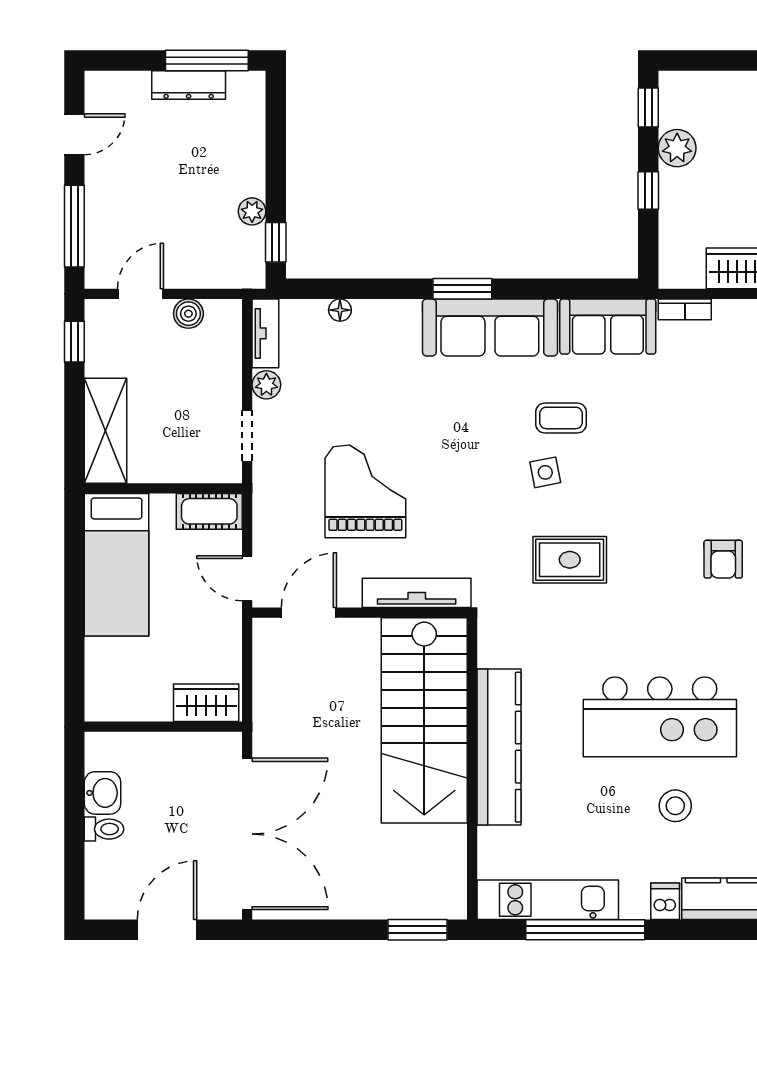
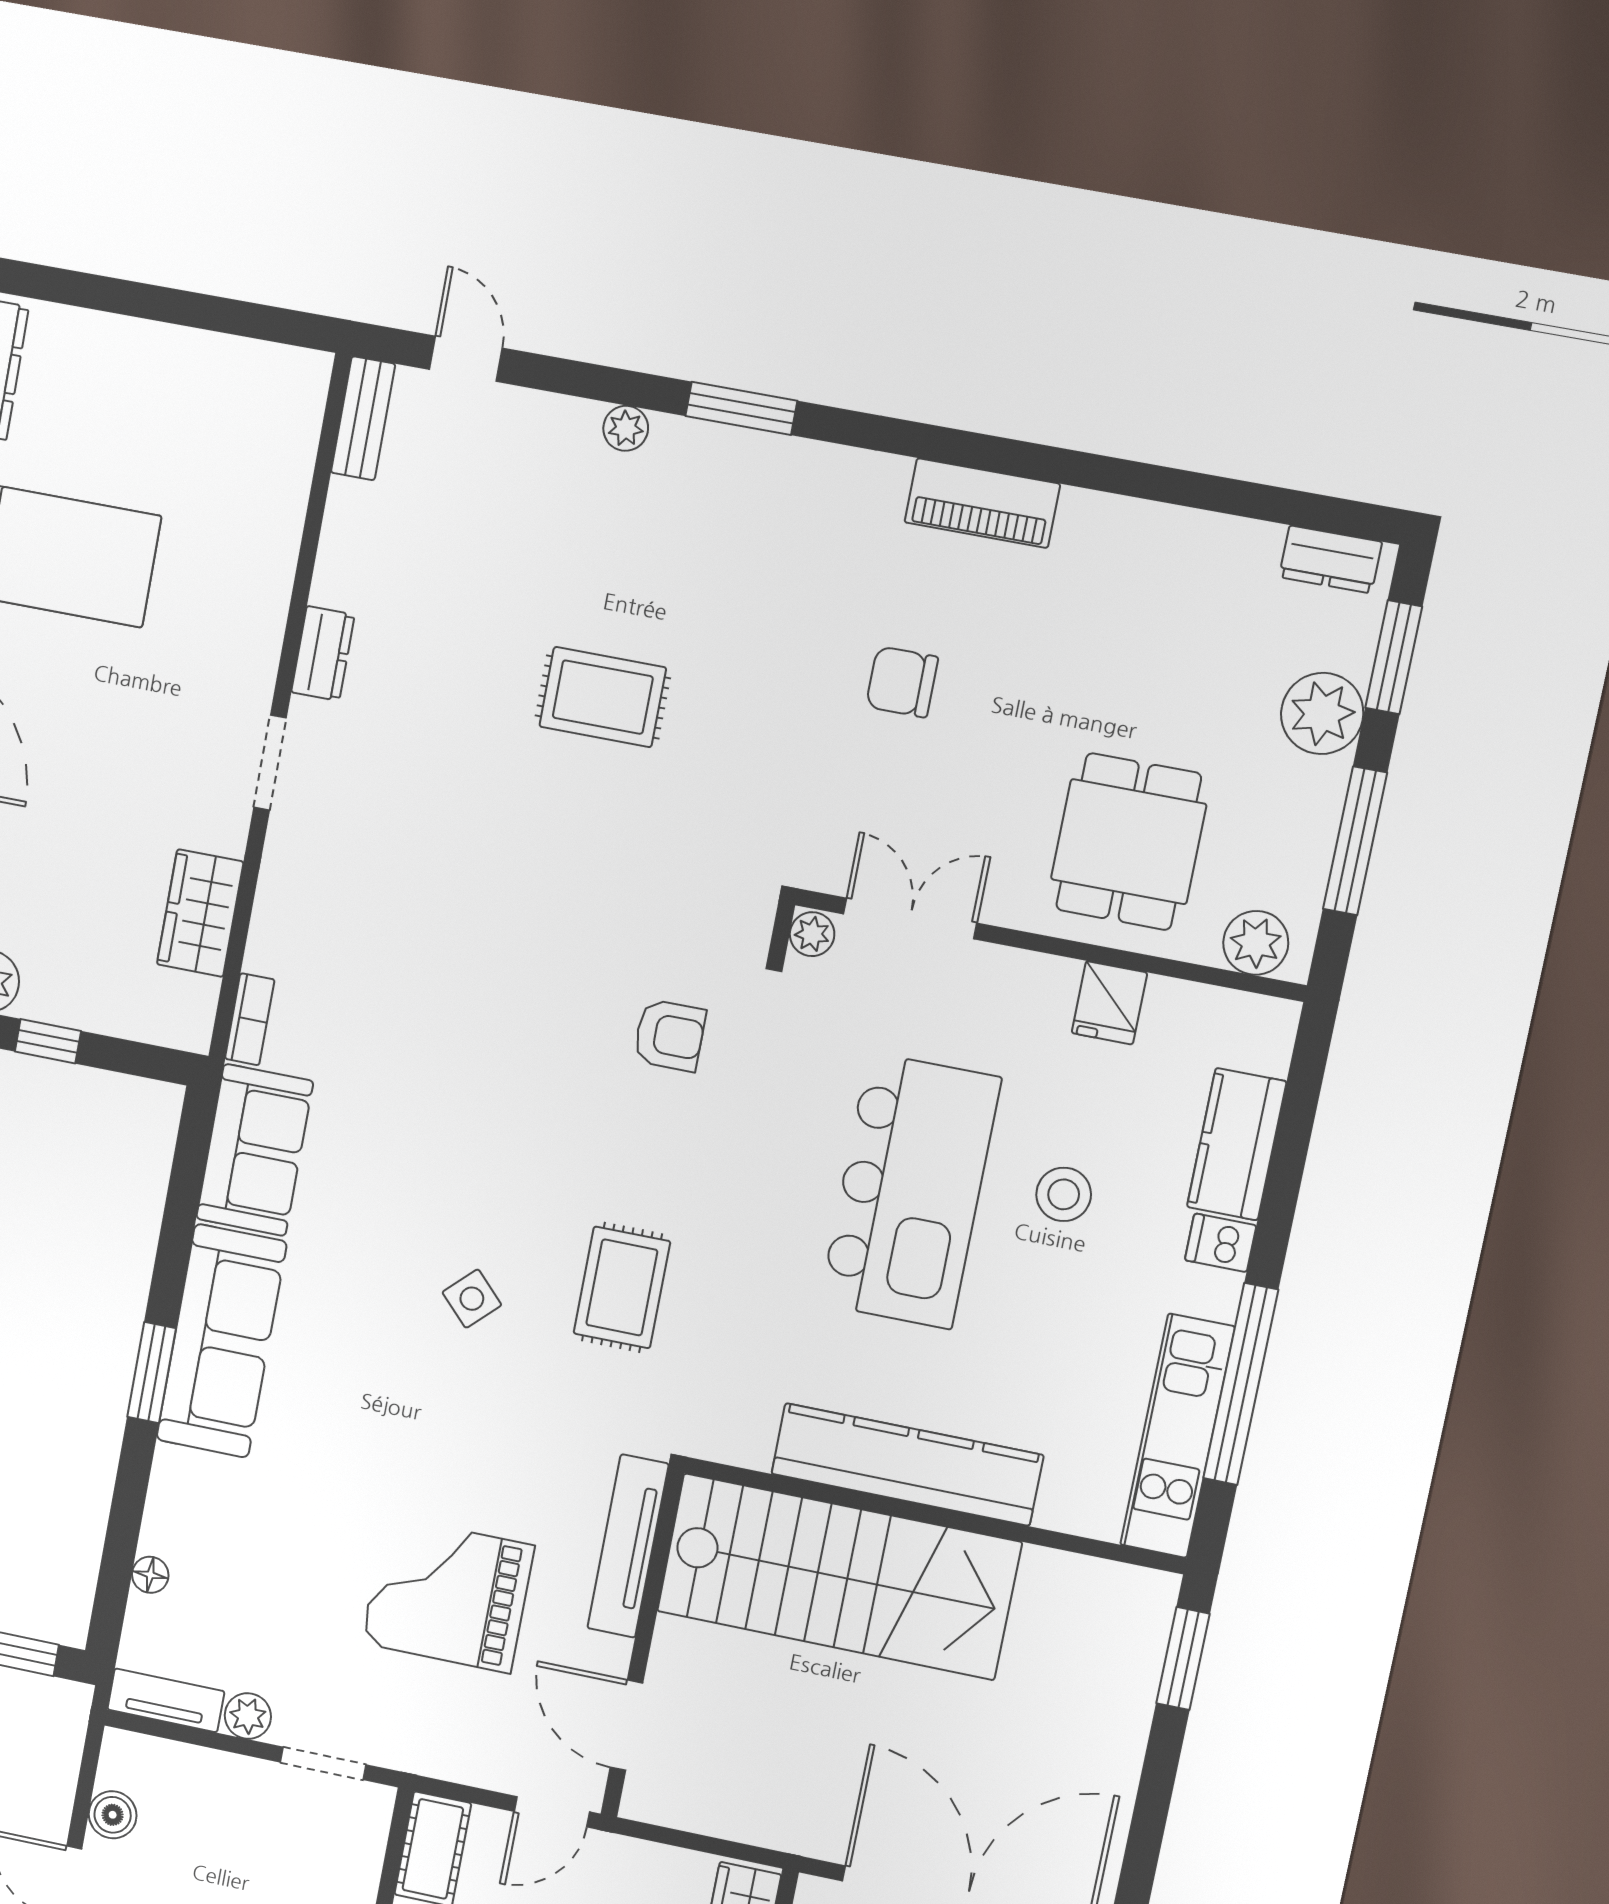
coffee table: (561, 418) -> (388, 1255), removed
side table: (545, 472) -> (472, 1299), turned -33

